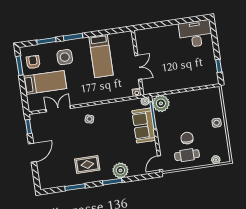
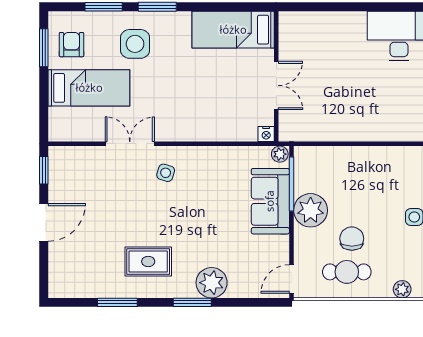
bed: (101, 56) -> (233, 30), moved, turned 90
plant: (161, 103) -> (311, 210), moved
double door: (58, 109) -> (130, 144), moved

